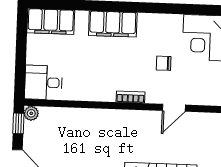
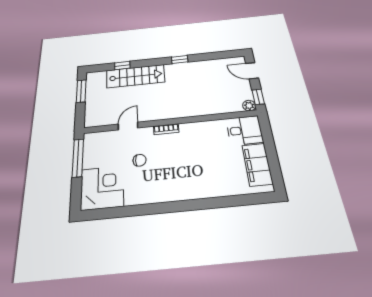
filing cabinet: (51, 22) -> (257, 164), moved, turned -90
filing cabinet: (113, 24) -> (191, 188), removed

